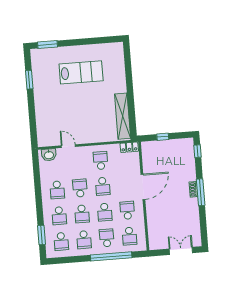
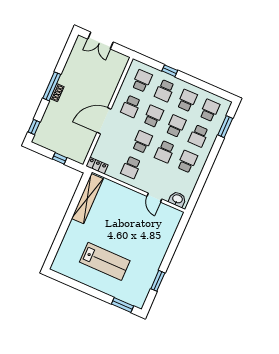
lab bench: (81, 72) -> (105, 261), turned 180
school desk: (59, 216) -> (198, 136), turned 180
window: (111, 256) -> (170, 71), width x0.32

